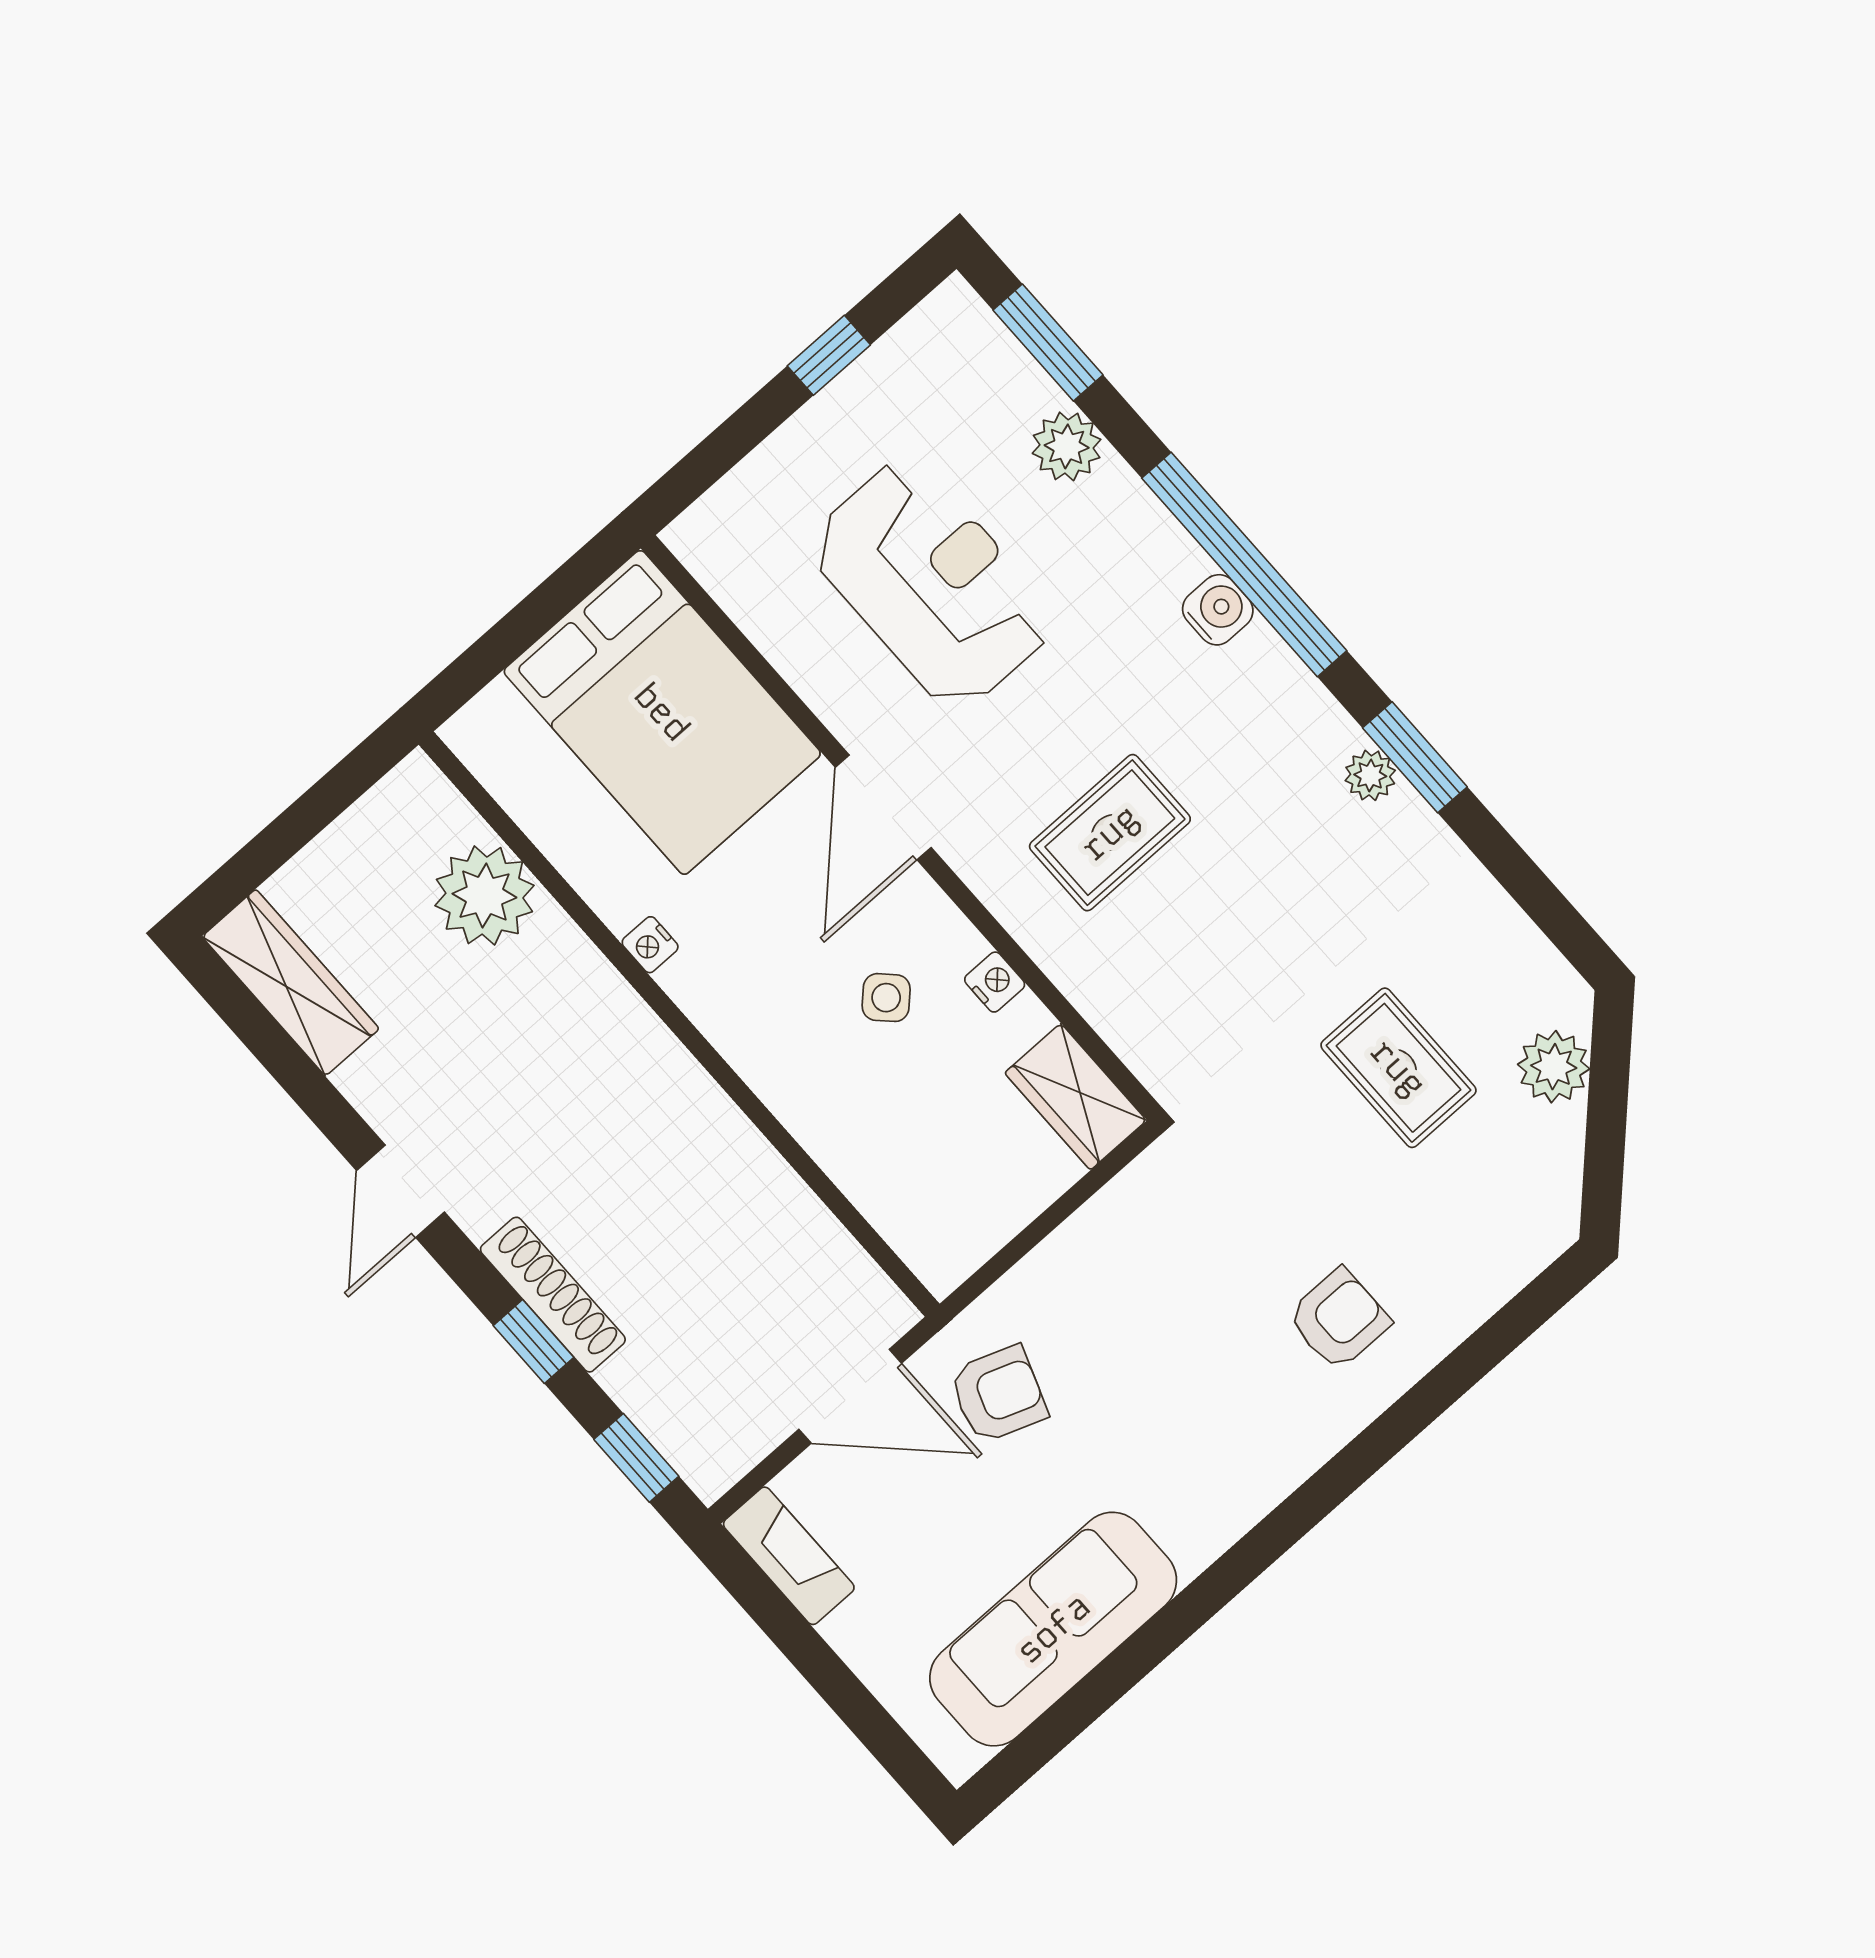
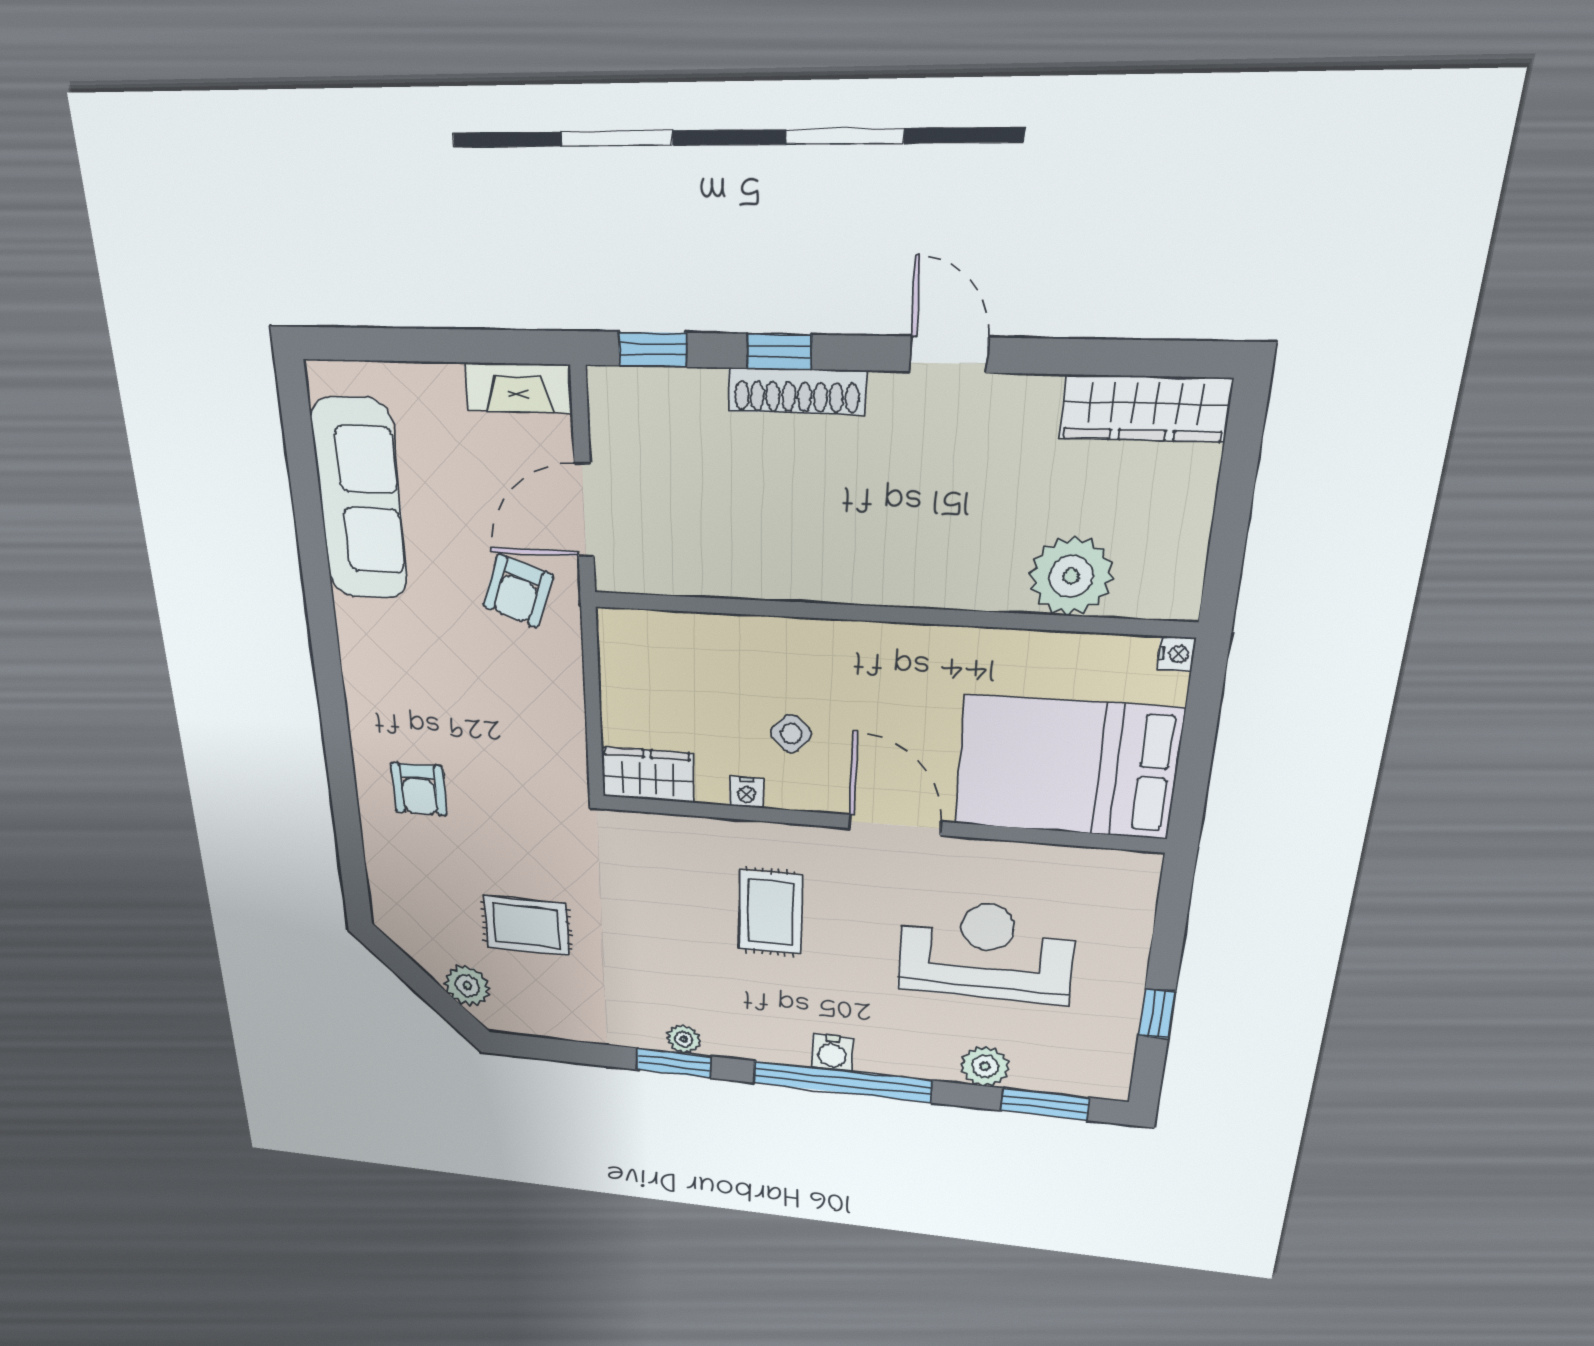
reception desk: (932, 584) -> (986, 951), turned 180
nightstand: (650, 945) -> (1176, 654), moved, turned 90

